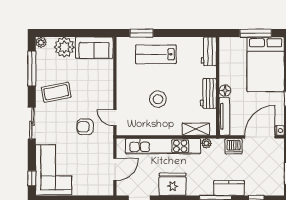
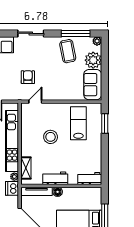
lab bench: (156, 54) -> (78, 123), moved
coffee table: (56, 92) -> (68, 51), moved
dishwasher: (234, 146) -> (12, 188), moved

